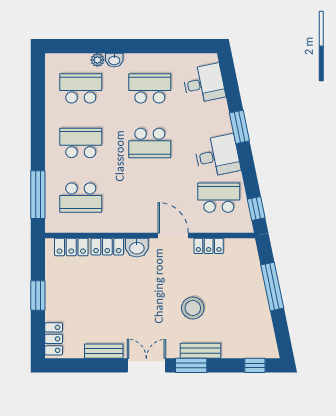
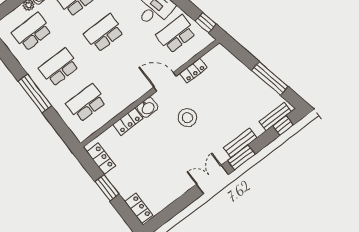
school desk: (150, 143) -> (104, 33), turned 180
window: (38, 195) -> (35, 94), moved
school desk: (81, 198) -> (86, 103), turned 180
locker: (71, 247) -> (101, 159), moved, turned -90
window: (272, 287) -> (270, 78), moved
stool: (193, 308) -> (187, 118), moved
bench: (104, 351) -> (275, 117), moved

